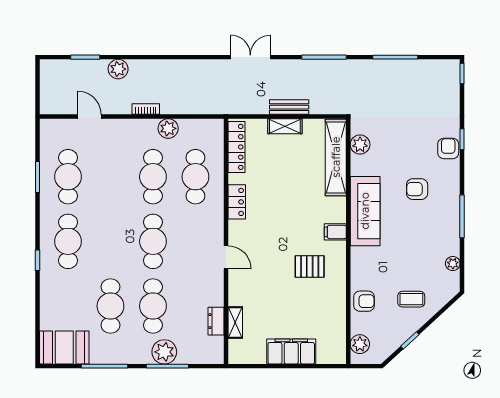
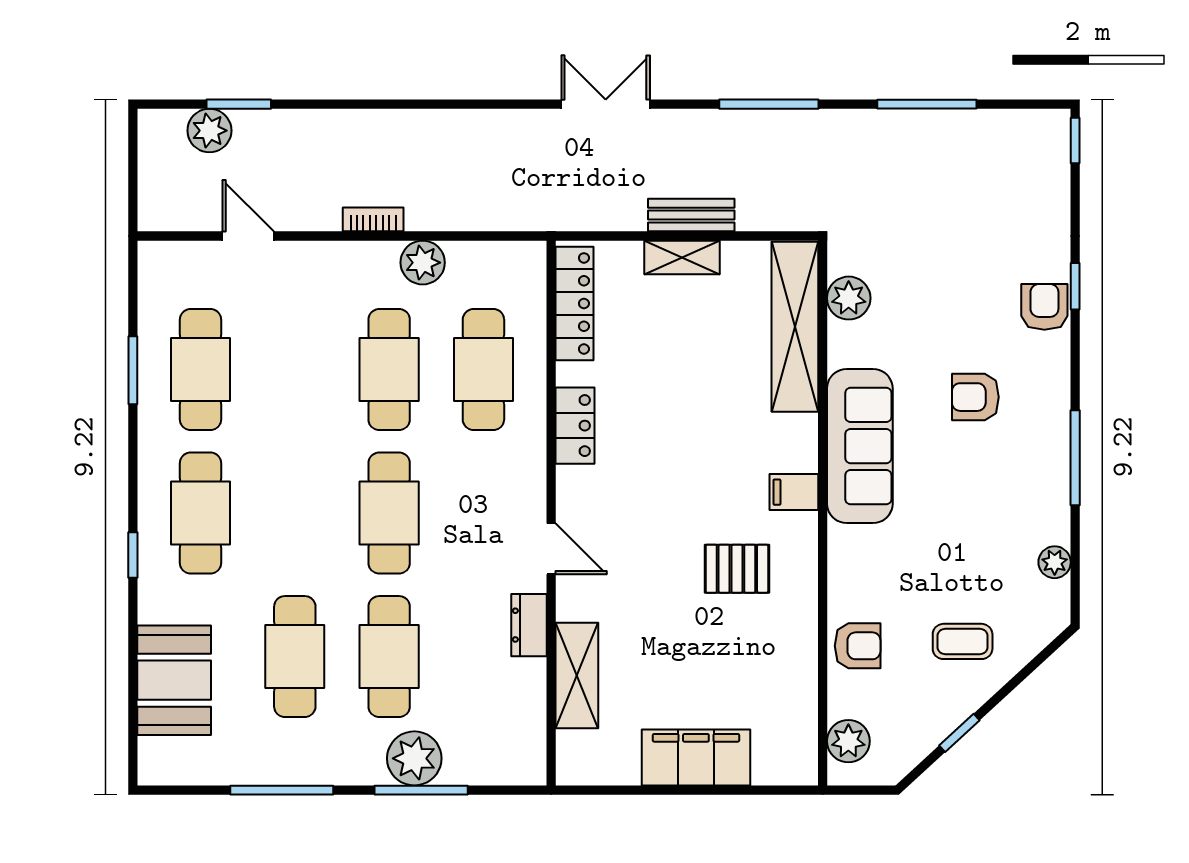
plant: (118, 69) -> (209, 131), moved
dresser: (216, 321) -> (529, 625), moved
shelving: (235, 322) -> (577, 676), width x1.50, depth x1.33
booth: (64, 348) -> (174, 680), moved, turned 90

